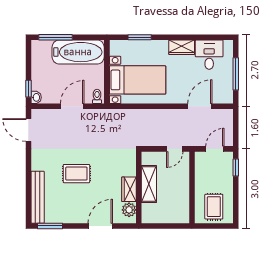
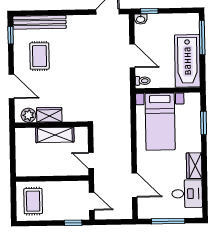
rug: (76, 174) -> (39, 56), moved
rug: (214, 207) -> (33, 201), turned 90
window: (50, 226) -> (11, 35), width x0.67

